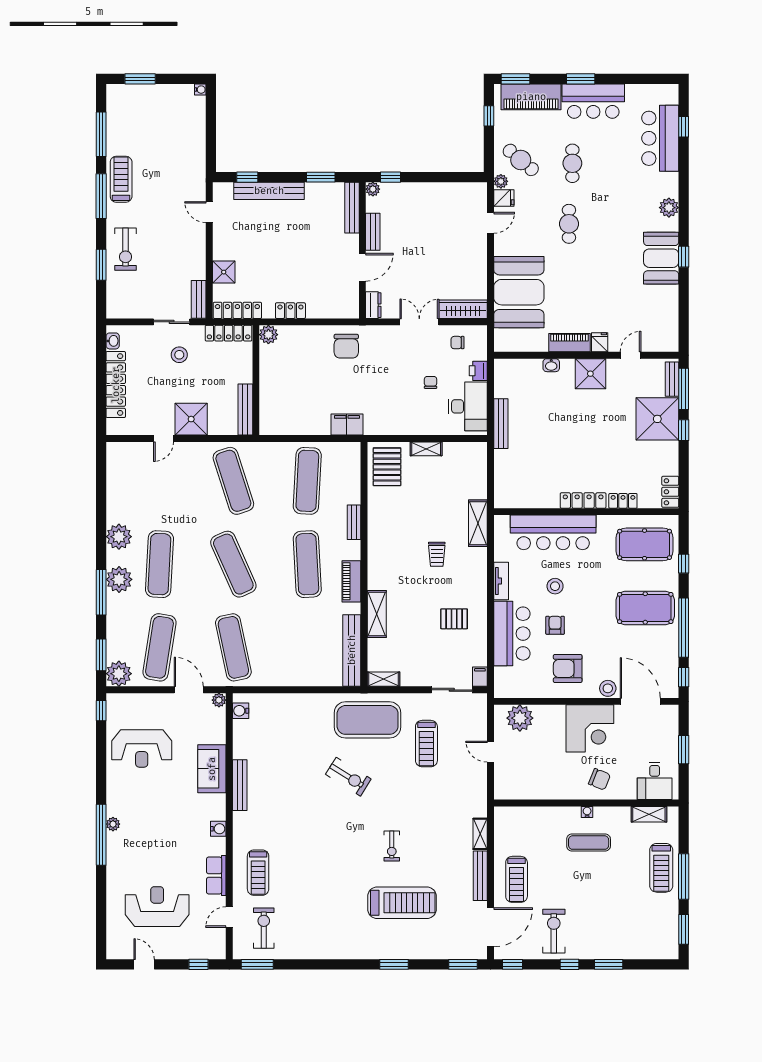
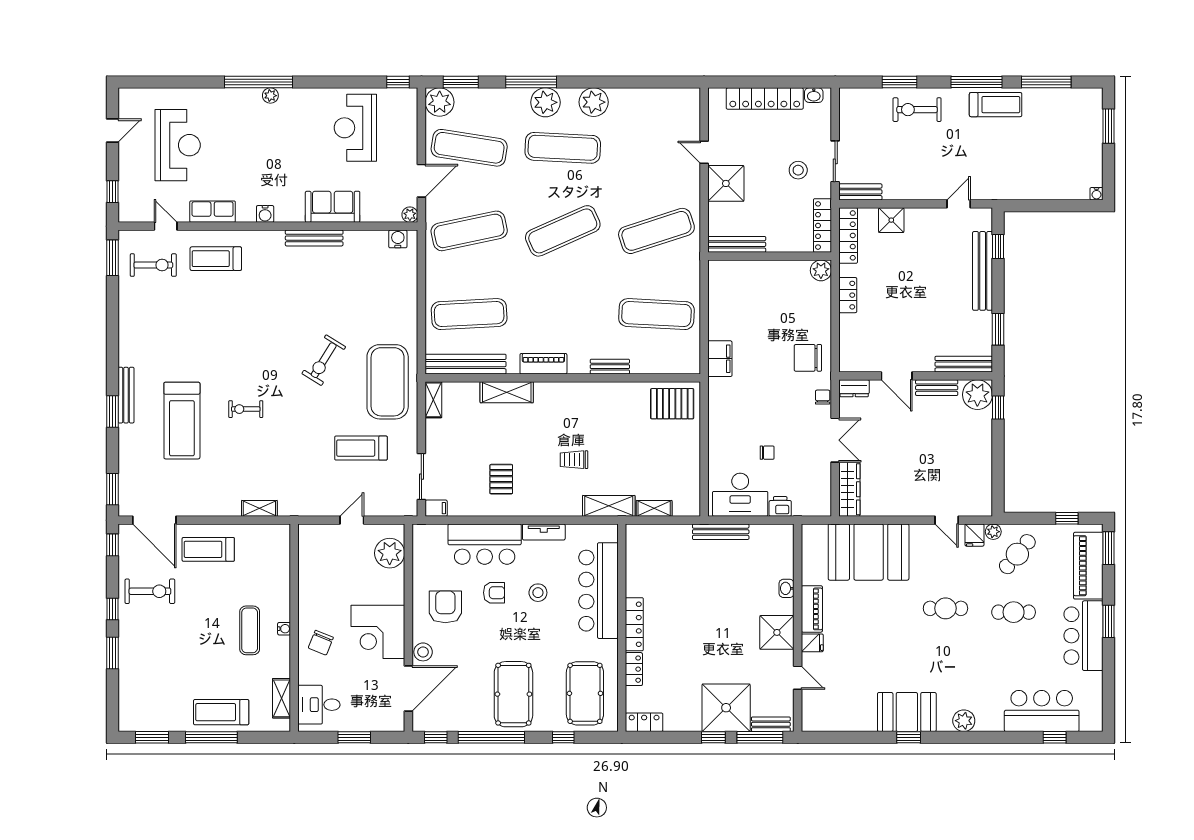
plant: (373, 189) -> (977, 395), width x1.88, depth x1.88
chair: (457, 343) -> (823, 397), moved
shelving: (426, 449) -> (654, 508), moved, turned 90
exercise mat: (307, 564) -> (469, 314), moved
bench: (480, 876) -> (126, 395), moved, turned 90

